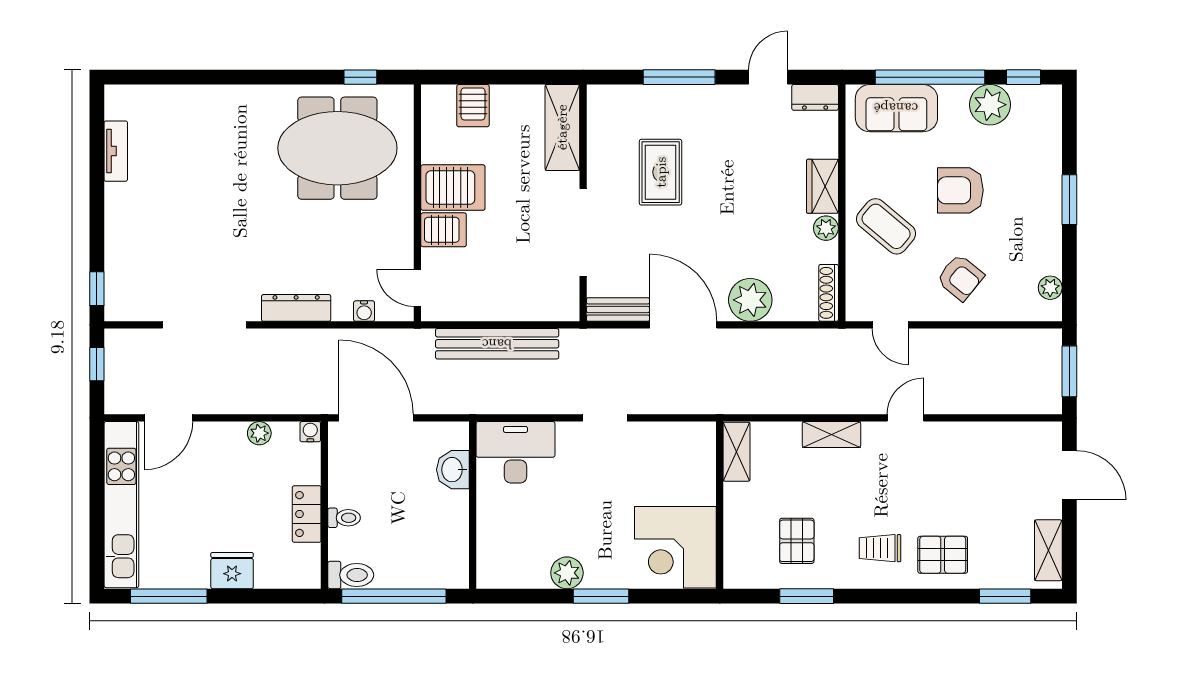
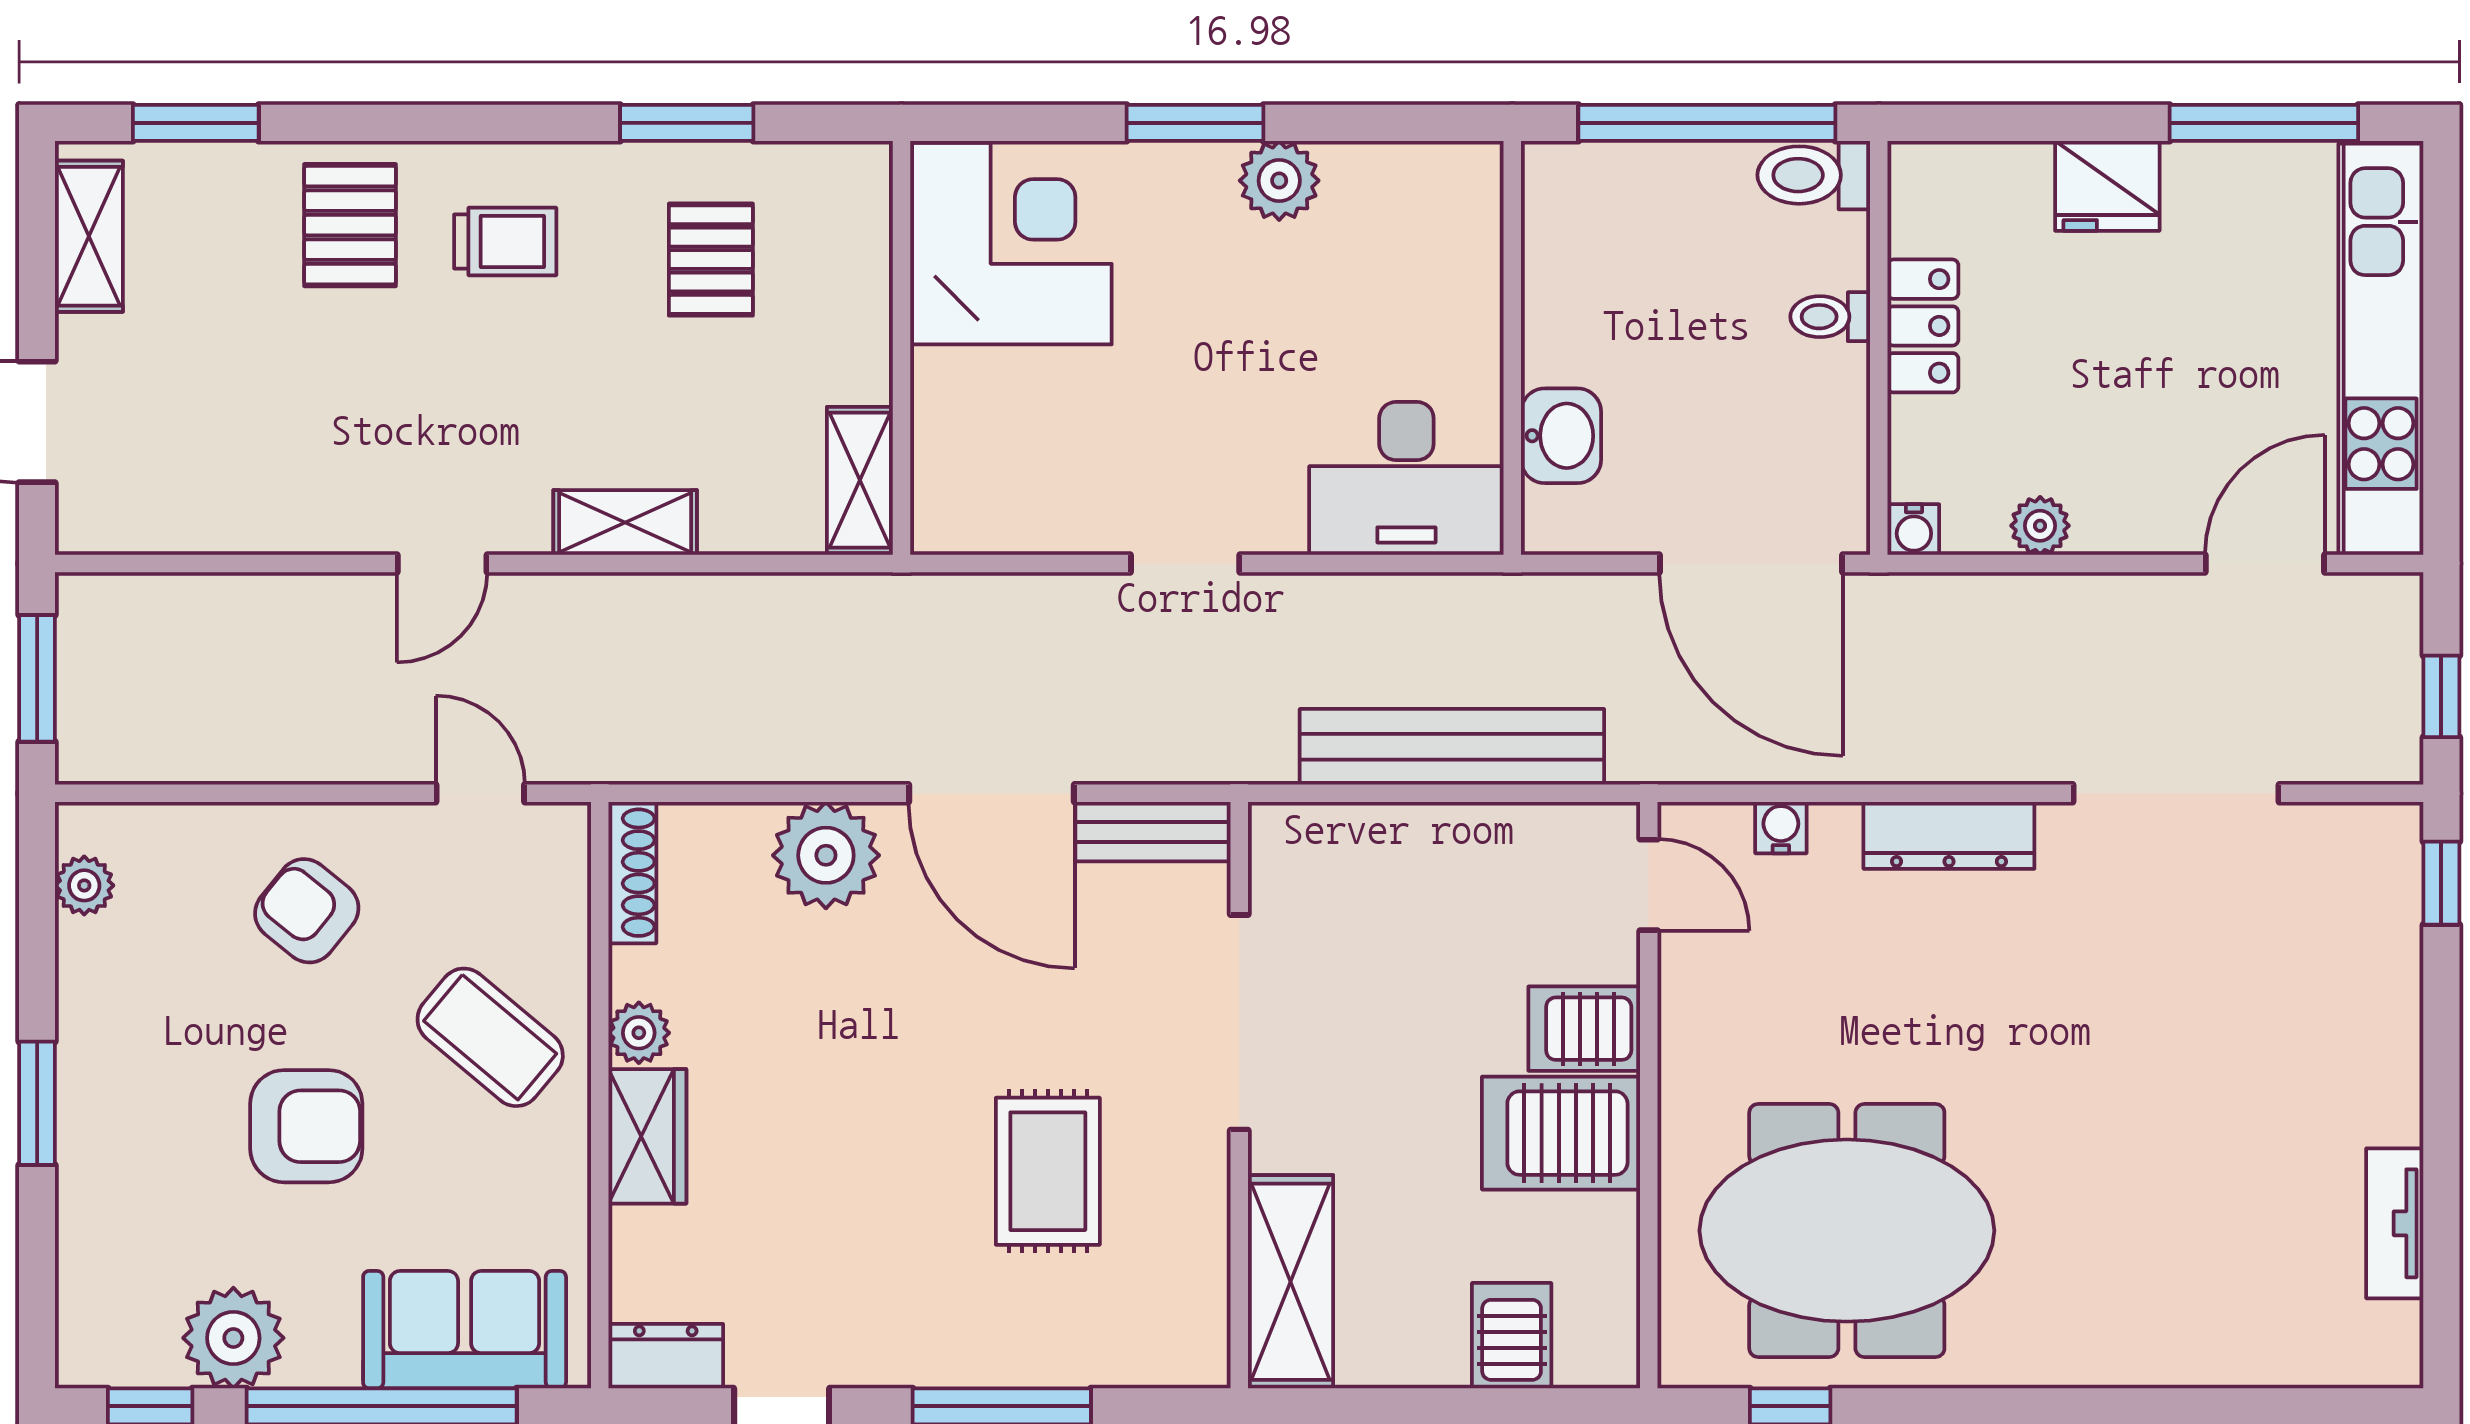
pallet: (943, 555) -> (350, 225), turned 90

